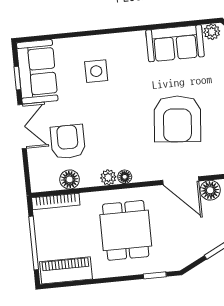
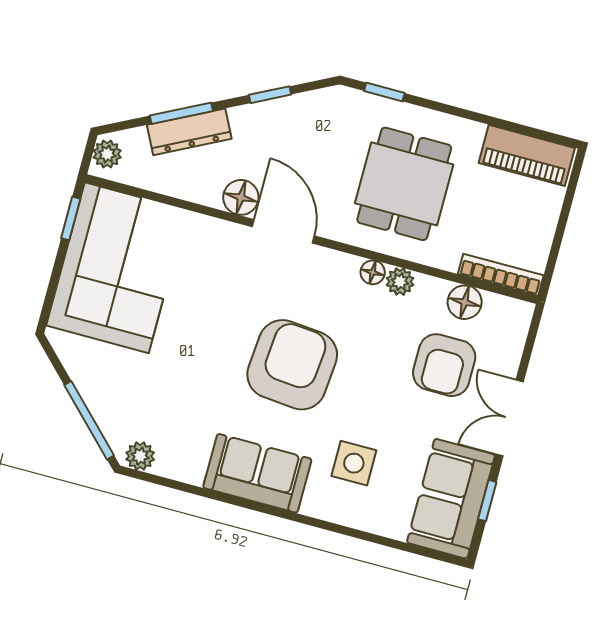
sofa: (175, 43) -> (257, 473), moved
armchair: (177, 119) -> (292, 365), moved
window: (34, 243) -> (563, 220), removed

